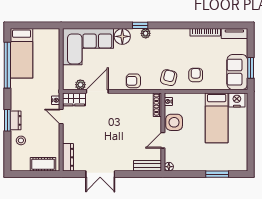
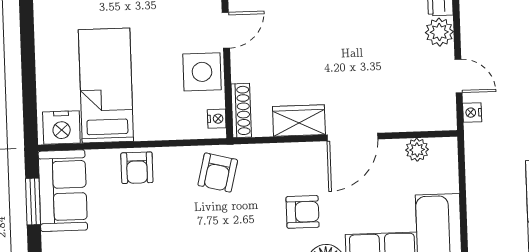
armchair: (196, 75) -> (137, 168), moved
armchair: (133, 81) -> (303, 212), moved
door: (97, 91) -> (352, 137), moved
wardrobe: (74, 99) -> (299, 121), moved
plant: (69, 136) -> (439, 32), added

